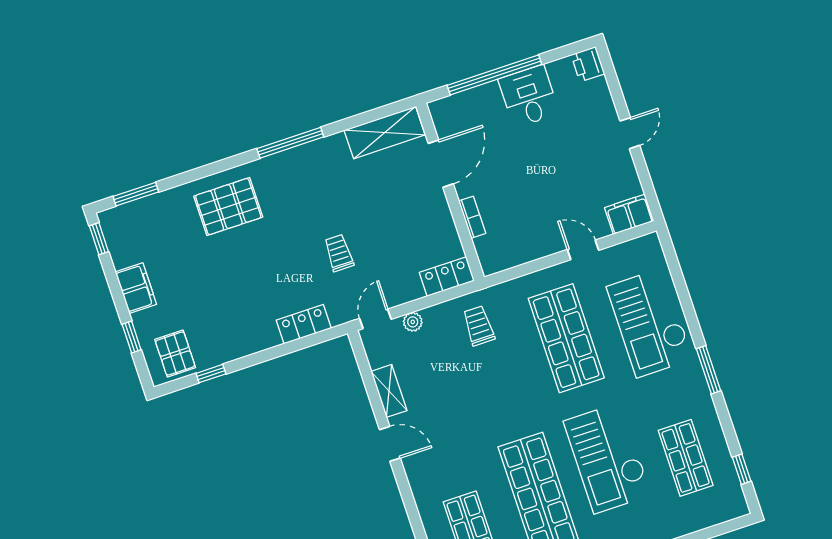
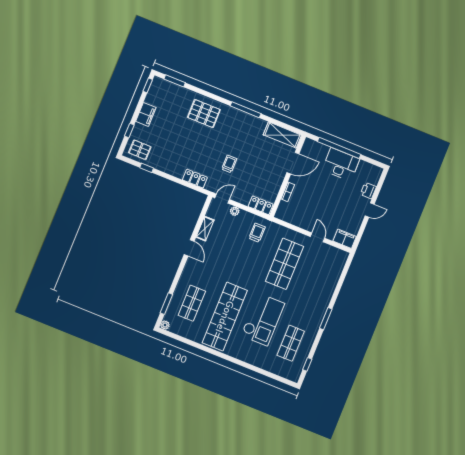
printer: (588, 64) -> (368, 191), moved
desk: (529, 96) -> (341, 164), width x1.37
checkout: (650, 323) -> (319, 284), removed
pallet: (175, 354) -> (140, 150), turned 90
checkout: (608, 458) -> (263, 319), turned 180

